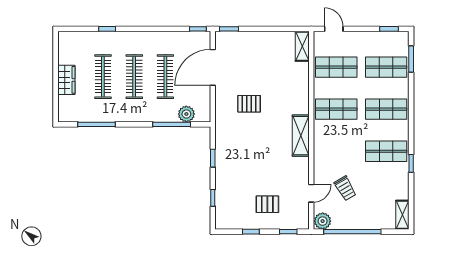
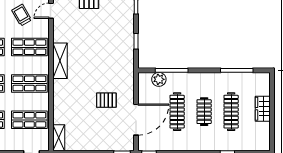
clothes rail: (134, 77) -> (204, 112), width x0.73
pallet: (249, 104) -> (106, 100), moved
shop shelf: (336, 151) -> (29, 47), added

